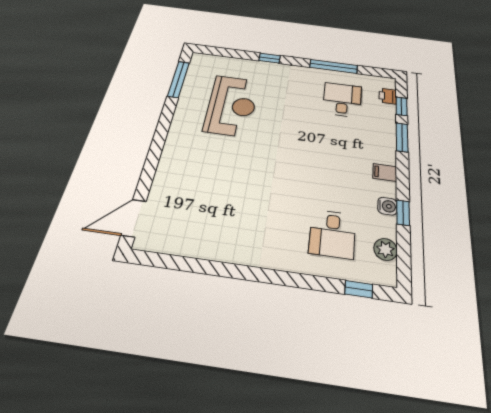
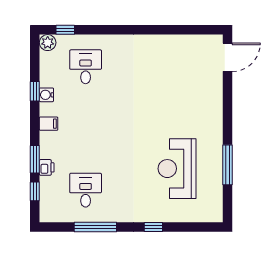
window: (178, 79) -> (227, 165), moved
printer: (388, 96) -> (47, 167), moved
desk: (342, 100) -> (86, 190), turned 180
plant: (385, 249) -> (48, 43), moved

